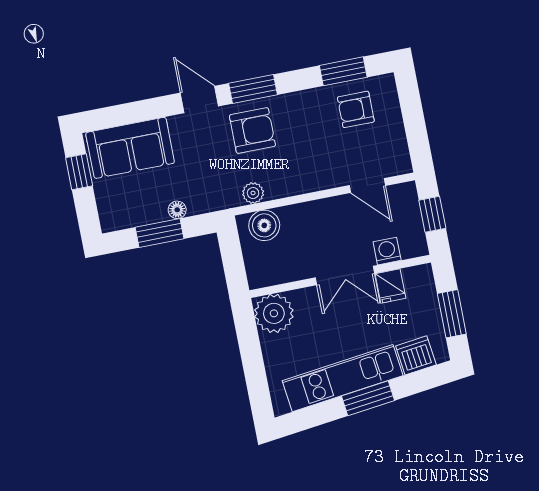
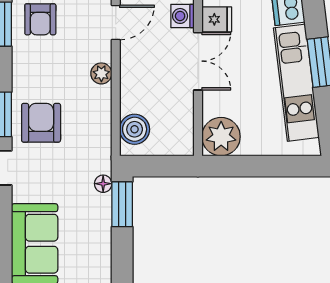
plant: (253, 193) -> (101, 73), moved
floor lamp: (177, 210) -> (103, 184), moved
window: (159, 233) -> (122, 204), moved

